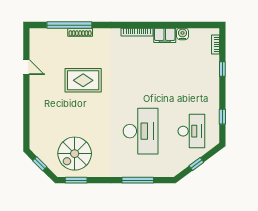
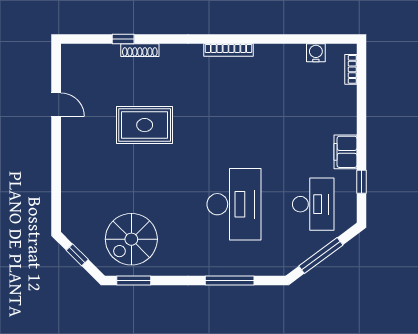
window: (69, 25) -> (123, 39), width x0.32
water cooler: (183, 34) -> (316, 53), moved
filing cabinet: (165, 35) -> (345, 152), moved, turned 90
window: (222, 69) -> (361, 107), removed
window: (196, 164) -> (321, 255), width x2.17

